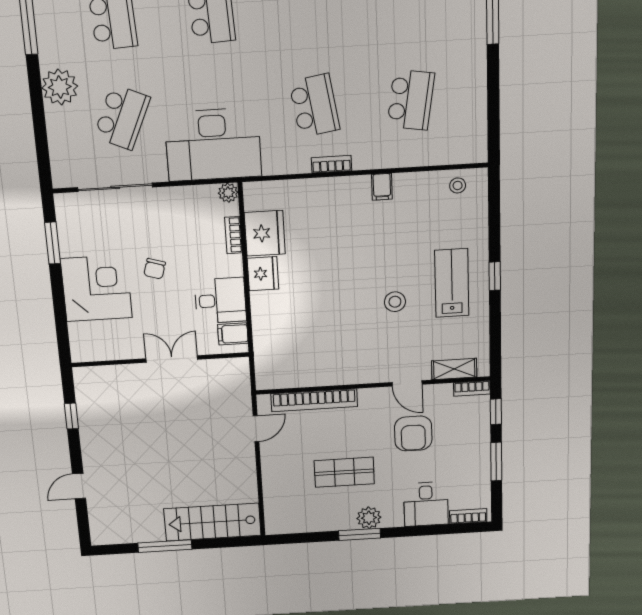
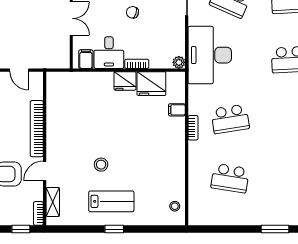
filing cabinet: (382, 187) -> (177, 110), moved
bookcase: (233, 235) -> (137, 64), moved
bookcase: (314, 400) -> (37, 129), moved

